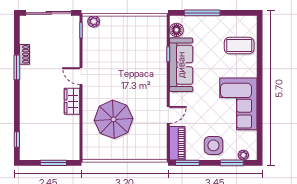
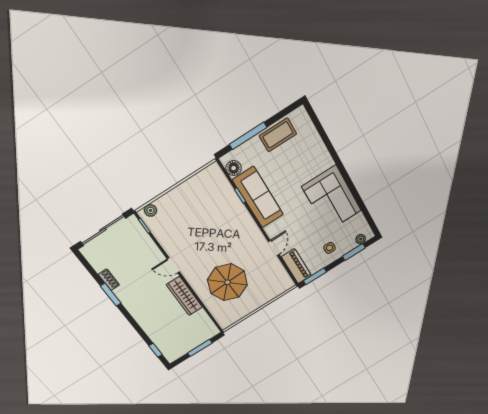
coffee table: (239, 46) -> (278, 135), moved
wardrobe: (72, 101) -> (184, 296), width x1.50
side table: (213, 145) -> (329, 248), width x0.54, depth x0.54

